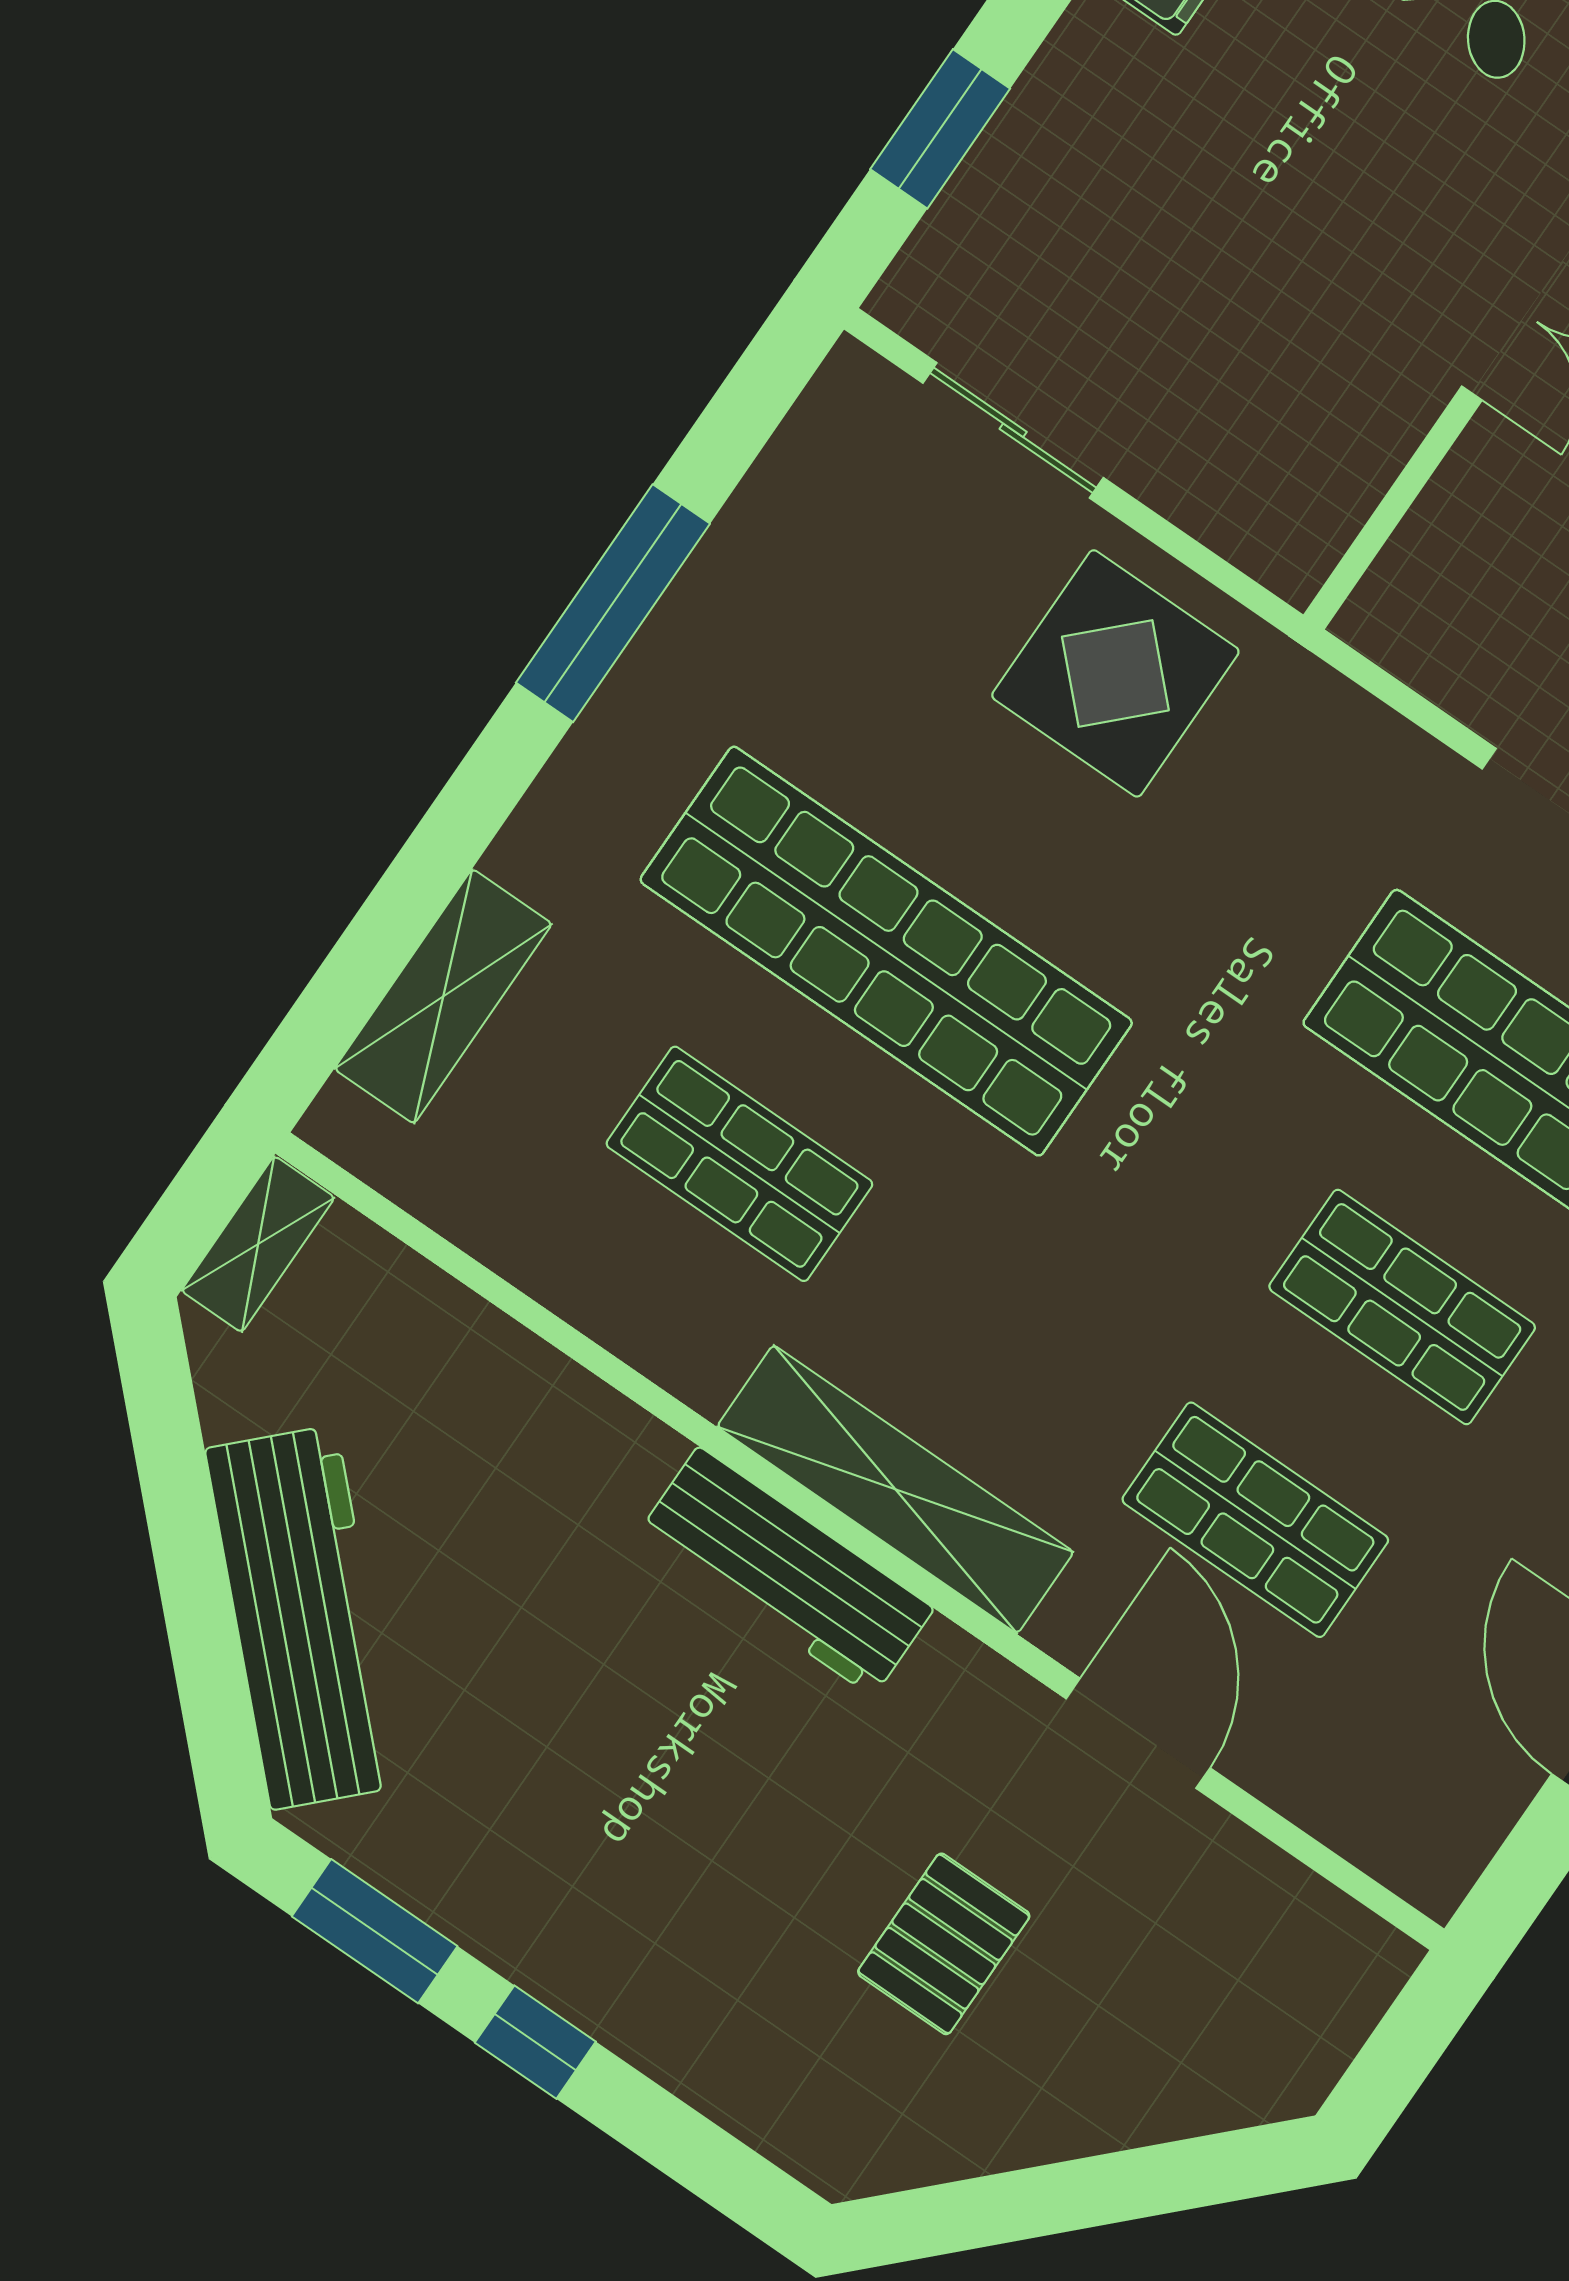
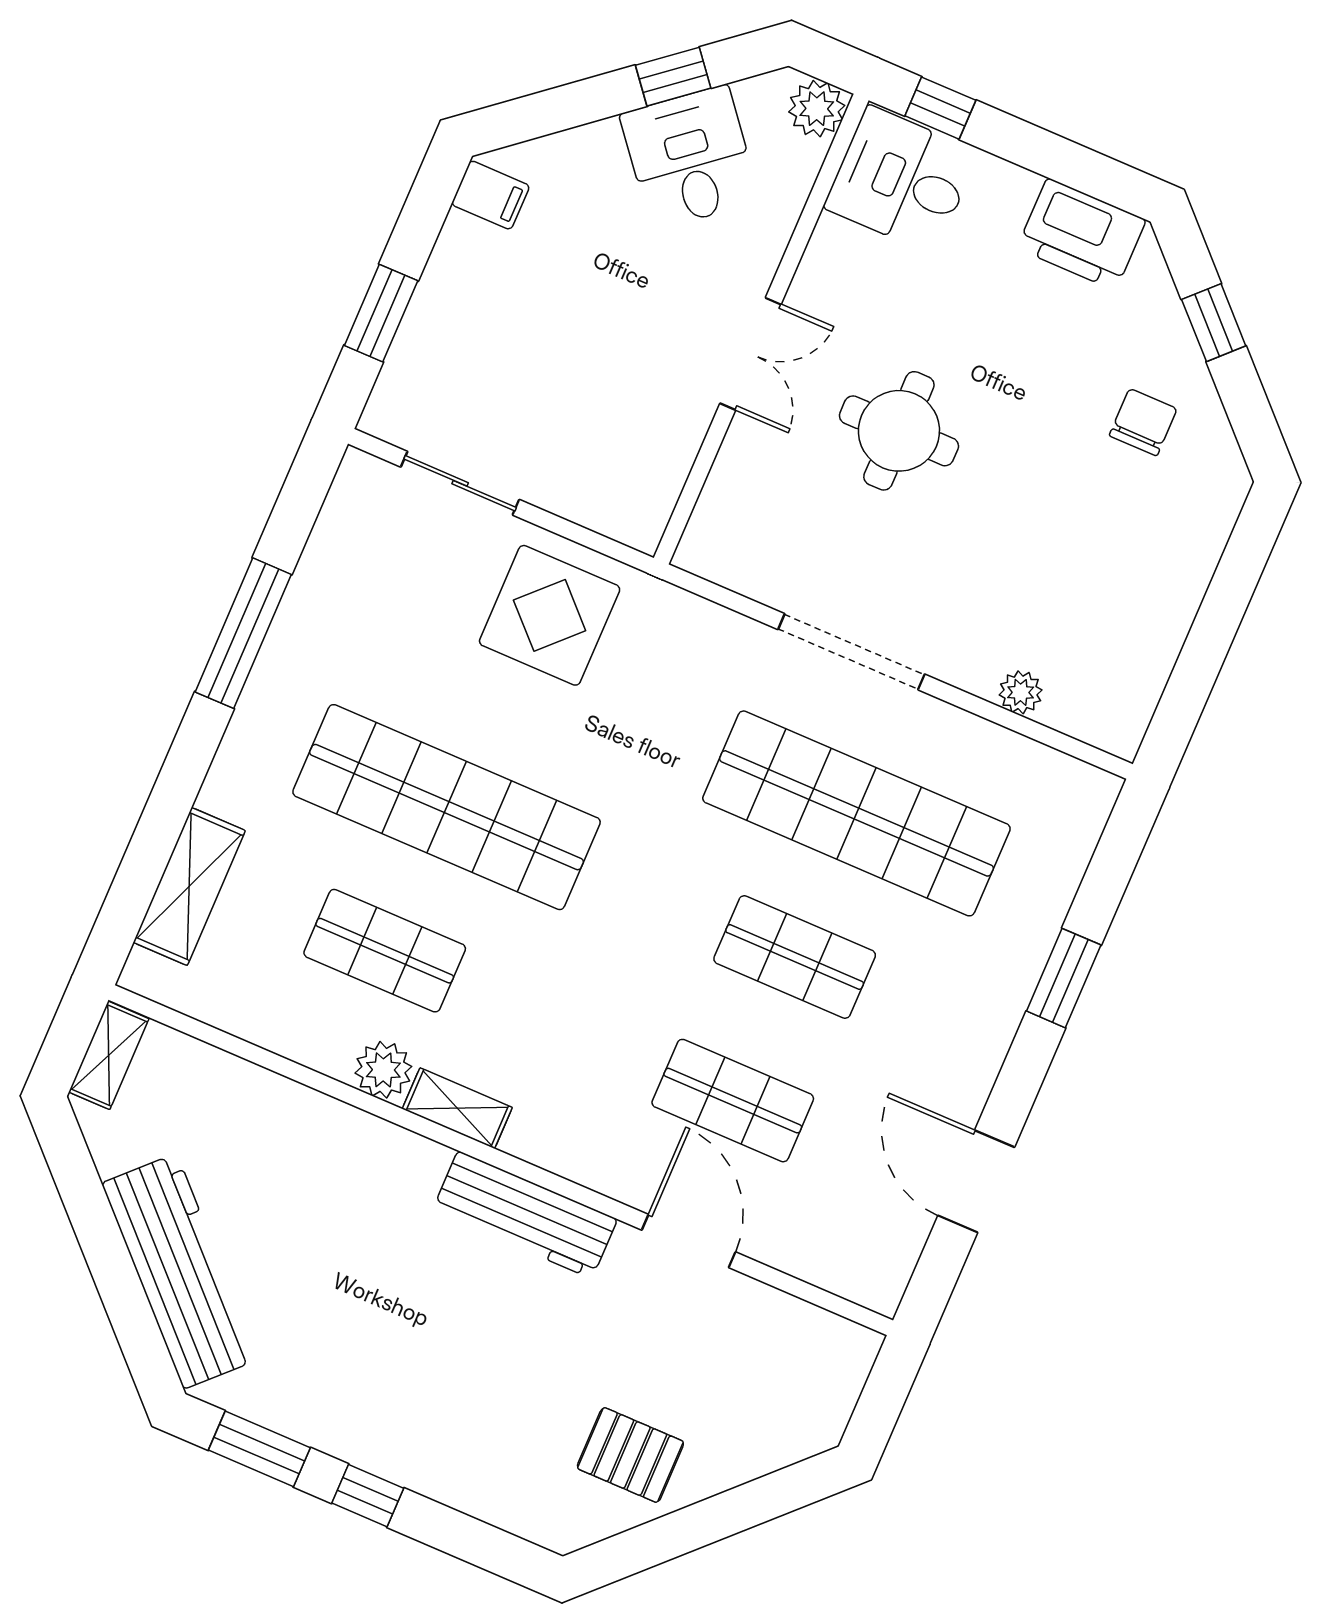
plant: (699, 1357) -> (383, 1070), added
shelving: (895, 1489) -> (457, 1108), width x0.45, depth x0.75
workbench: (786, 1572) -> (525, 1215), moved
pallet: (944, 1944) -> (630, 1455), moved, turned 90

